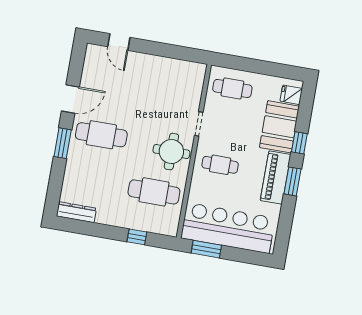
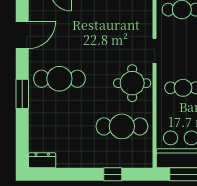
door: (70, 99) -> (22, 35), moved
dresser: (76, 212) -> (42, 160), width x0.70

